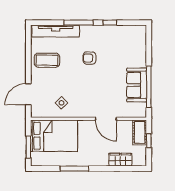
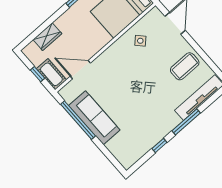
armchair: (90, 58) -> (150, 100), removed
sofa: (137, 85) -> (94, 118), width x1.36
door: (106, 119) -> (80, 70), moved

